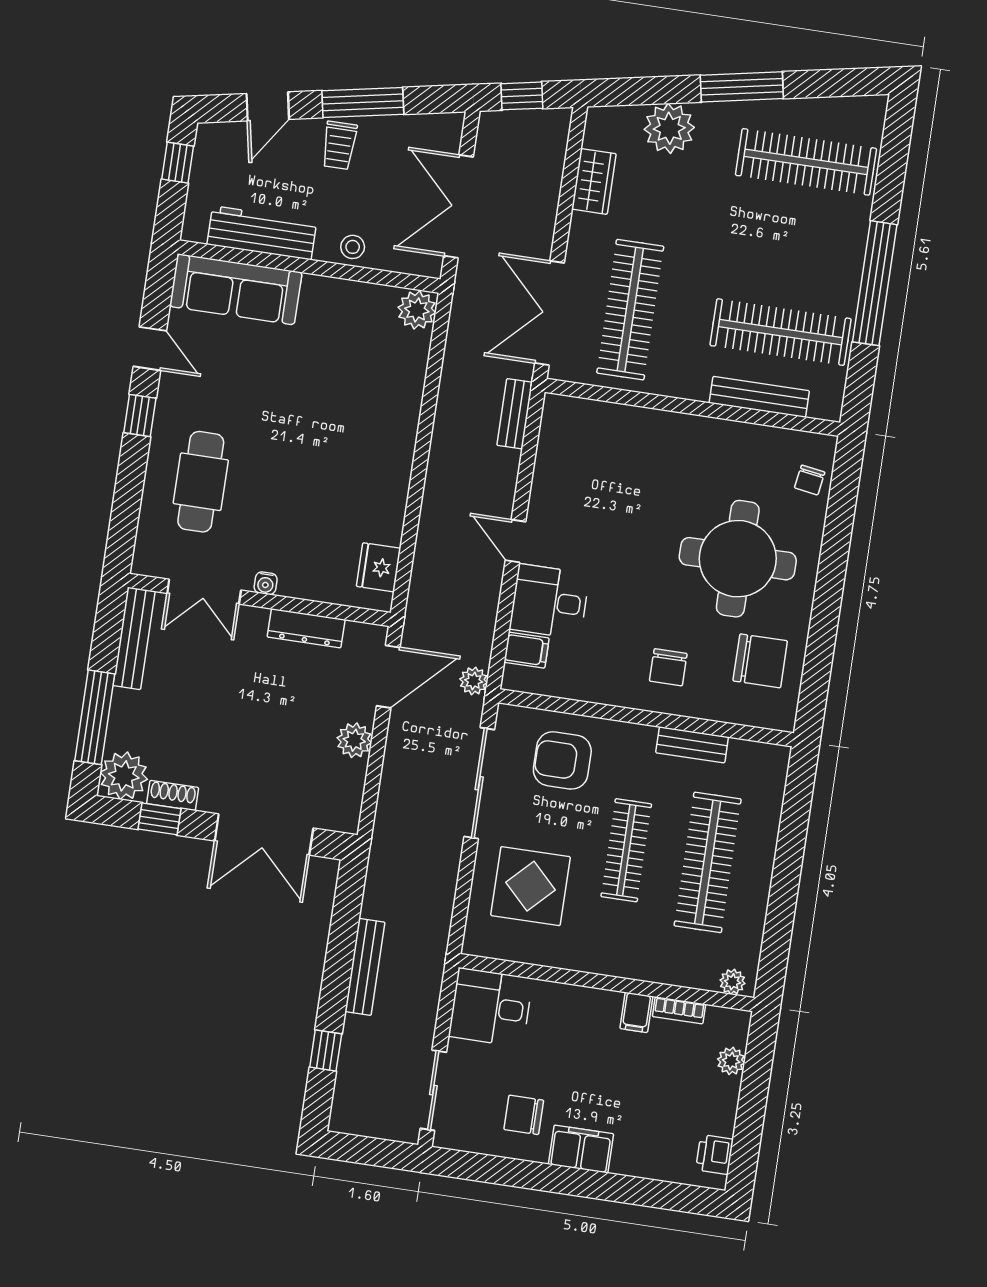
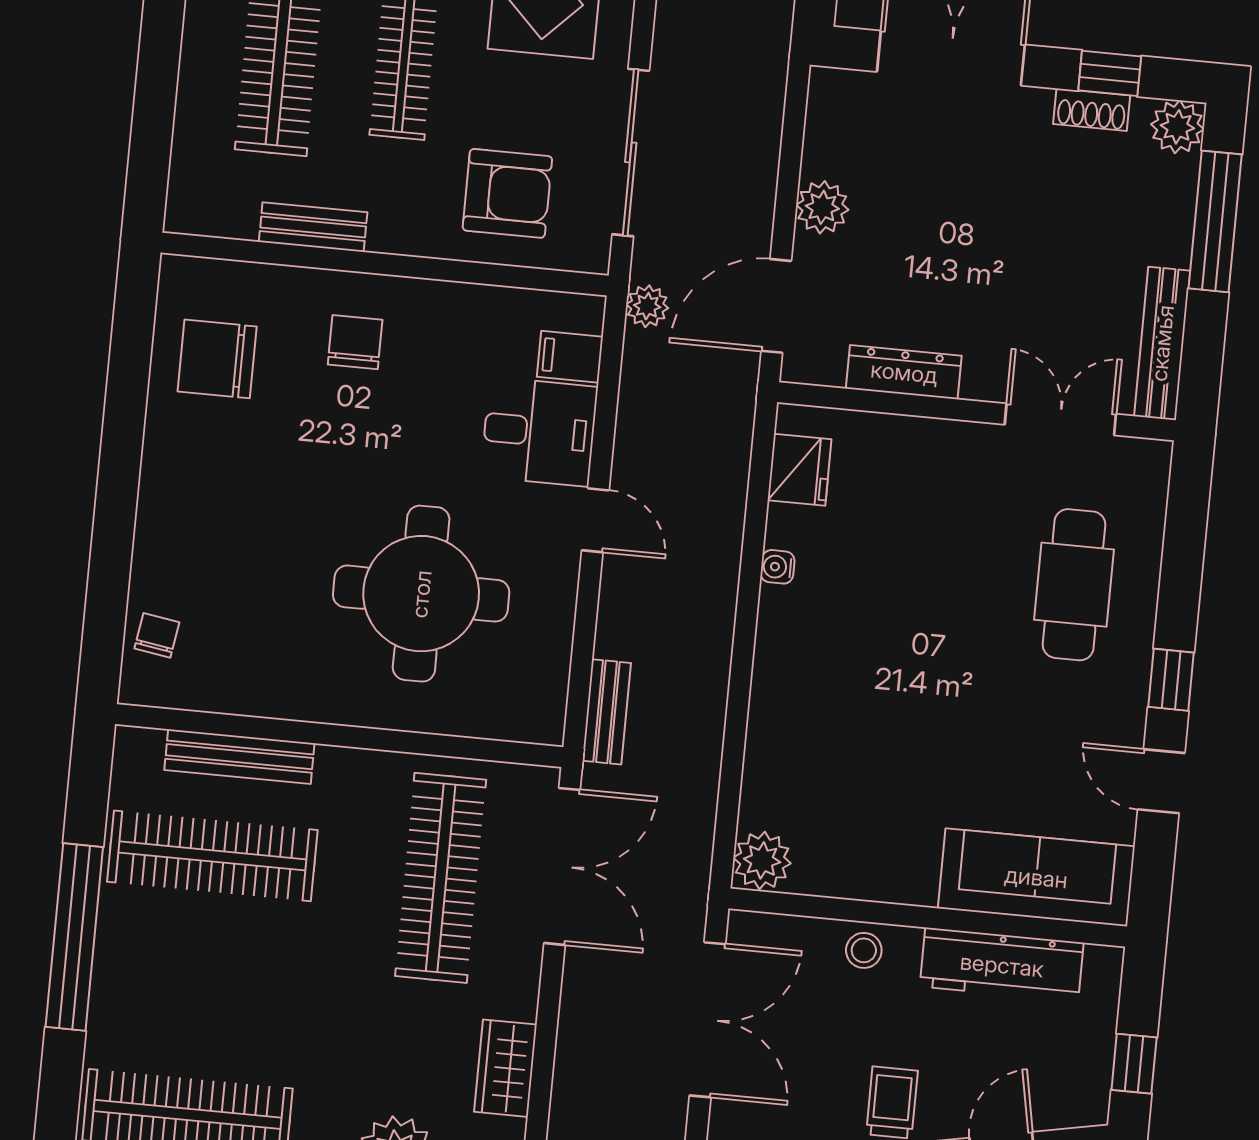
round table: (738, 559) -> (421, 594), moved
water cooler: (266, 583) -> (778, 567), moved, turned -90
plant: (124, 776) -> (1177, 127), width x0.73, depth x0.73

